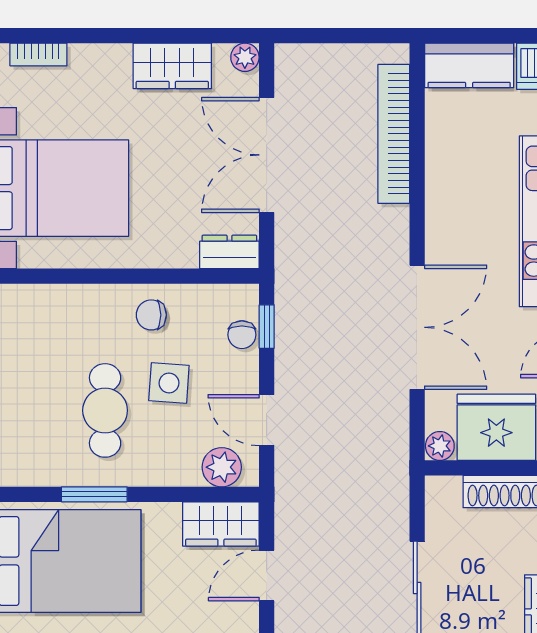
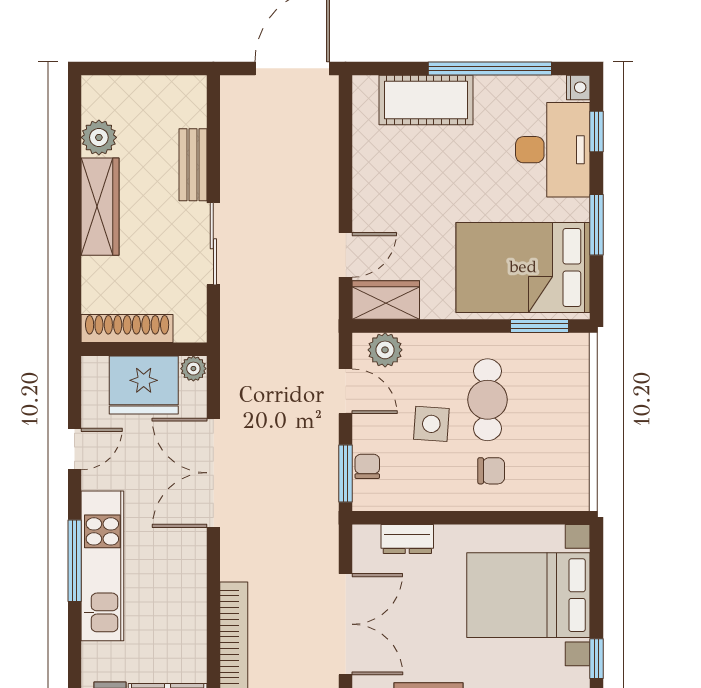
dresser: (229, 252) -> (407, 539), moved
chair: (151, 315) -> (491, 471), moved
window: (267, 327) -> (346, 474), width x1.50
window: (94, 494) -> (540, 326), moved

